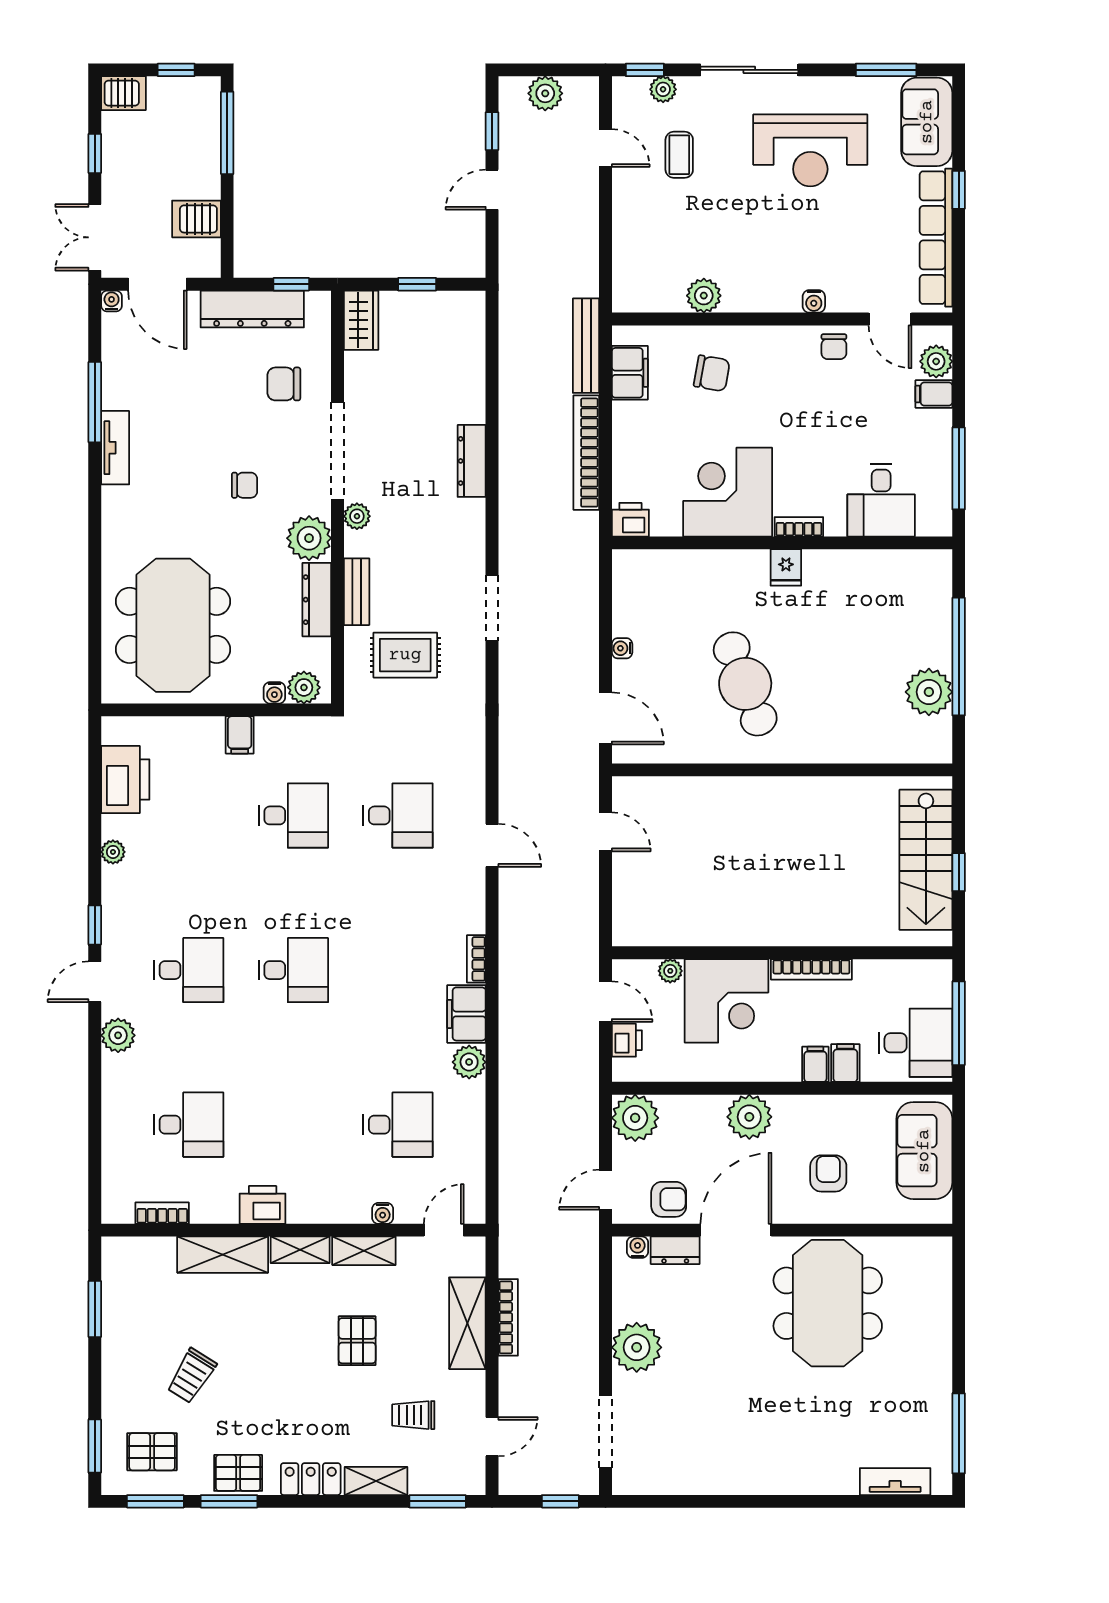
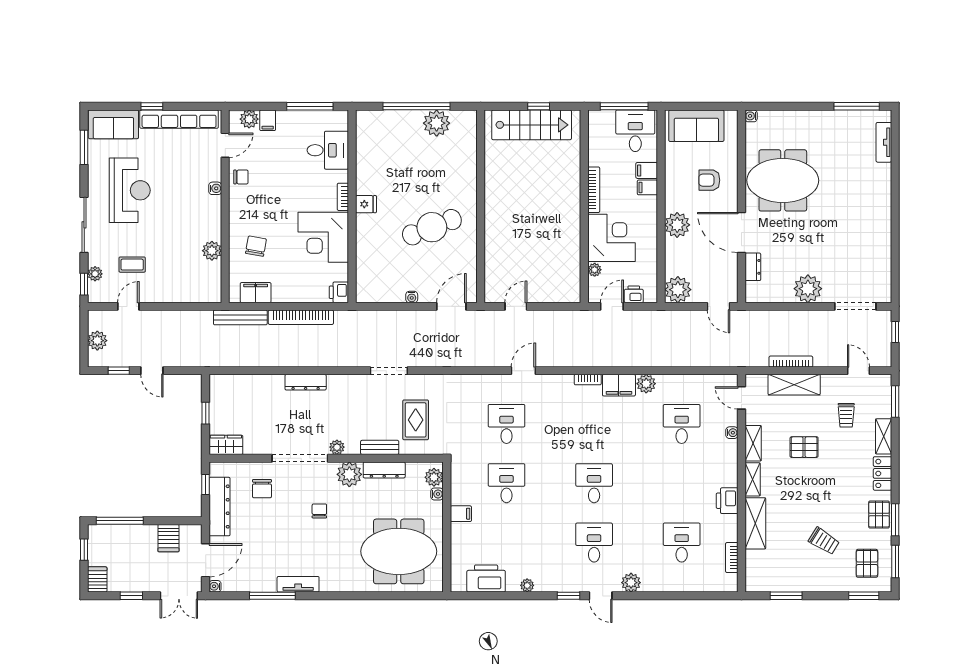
armchair: (669, 1199) -> (724, 271), removed
water cooler: (638, 1247) -> (751, 116), moved

